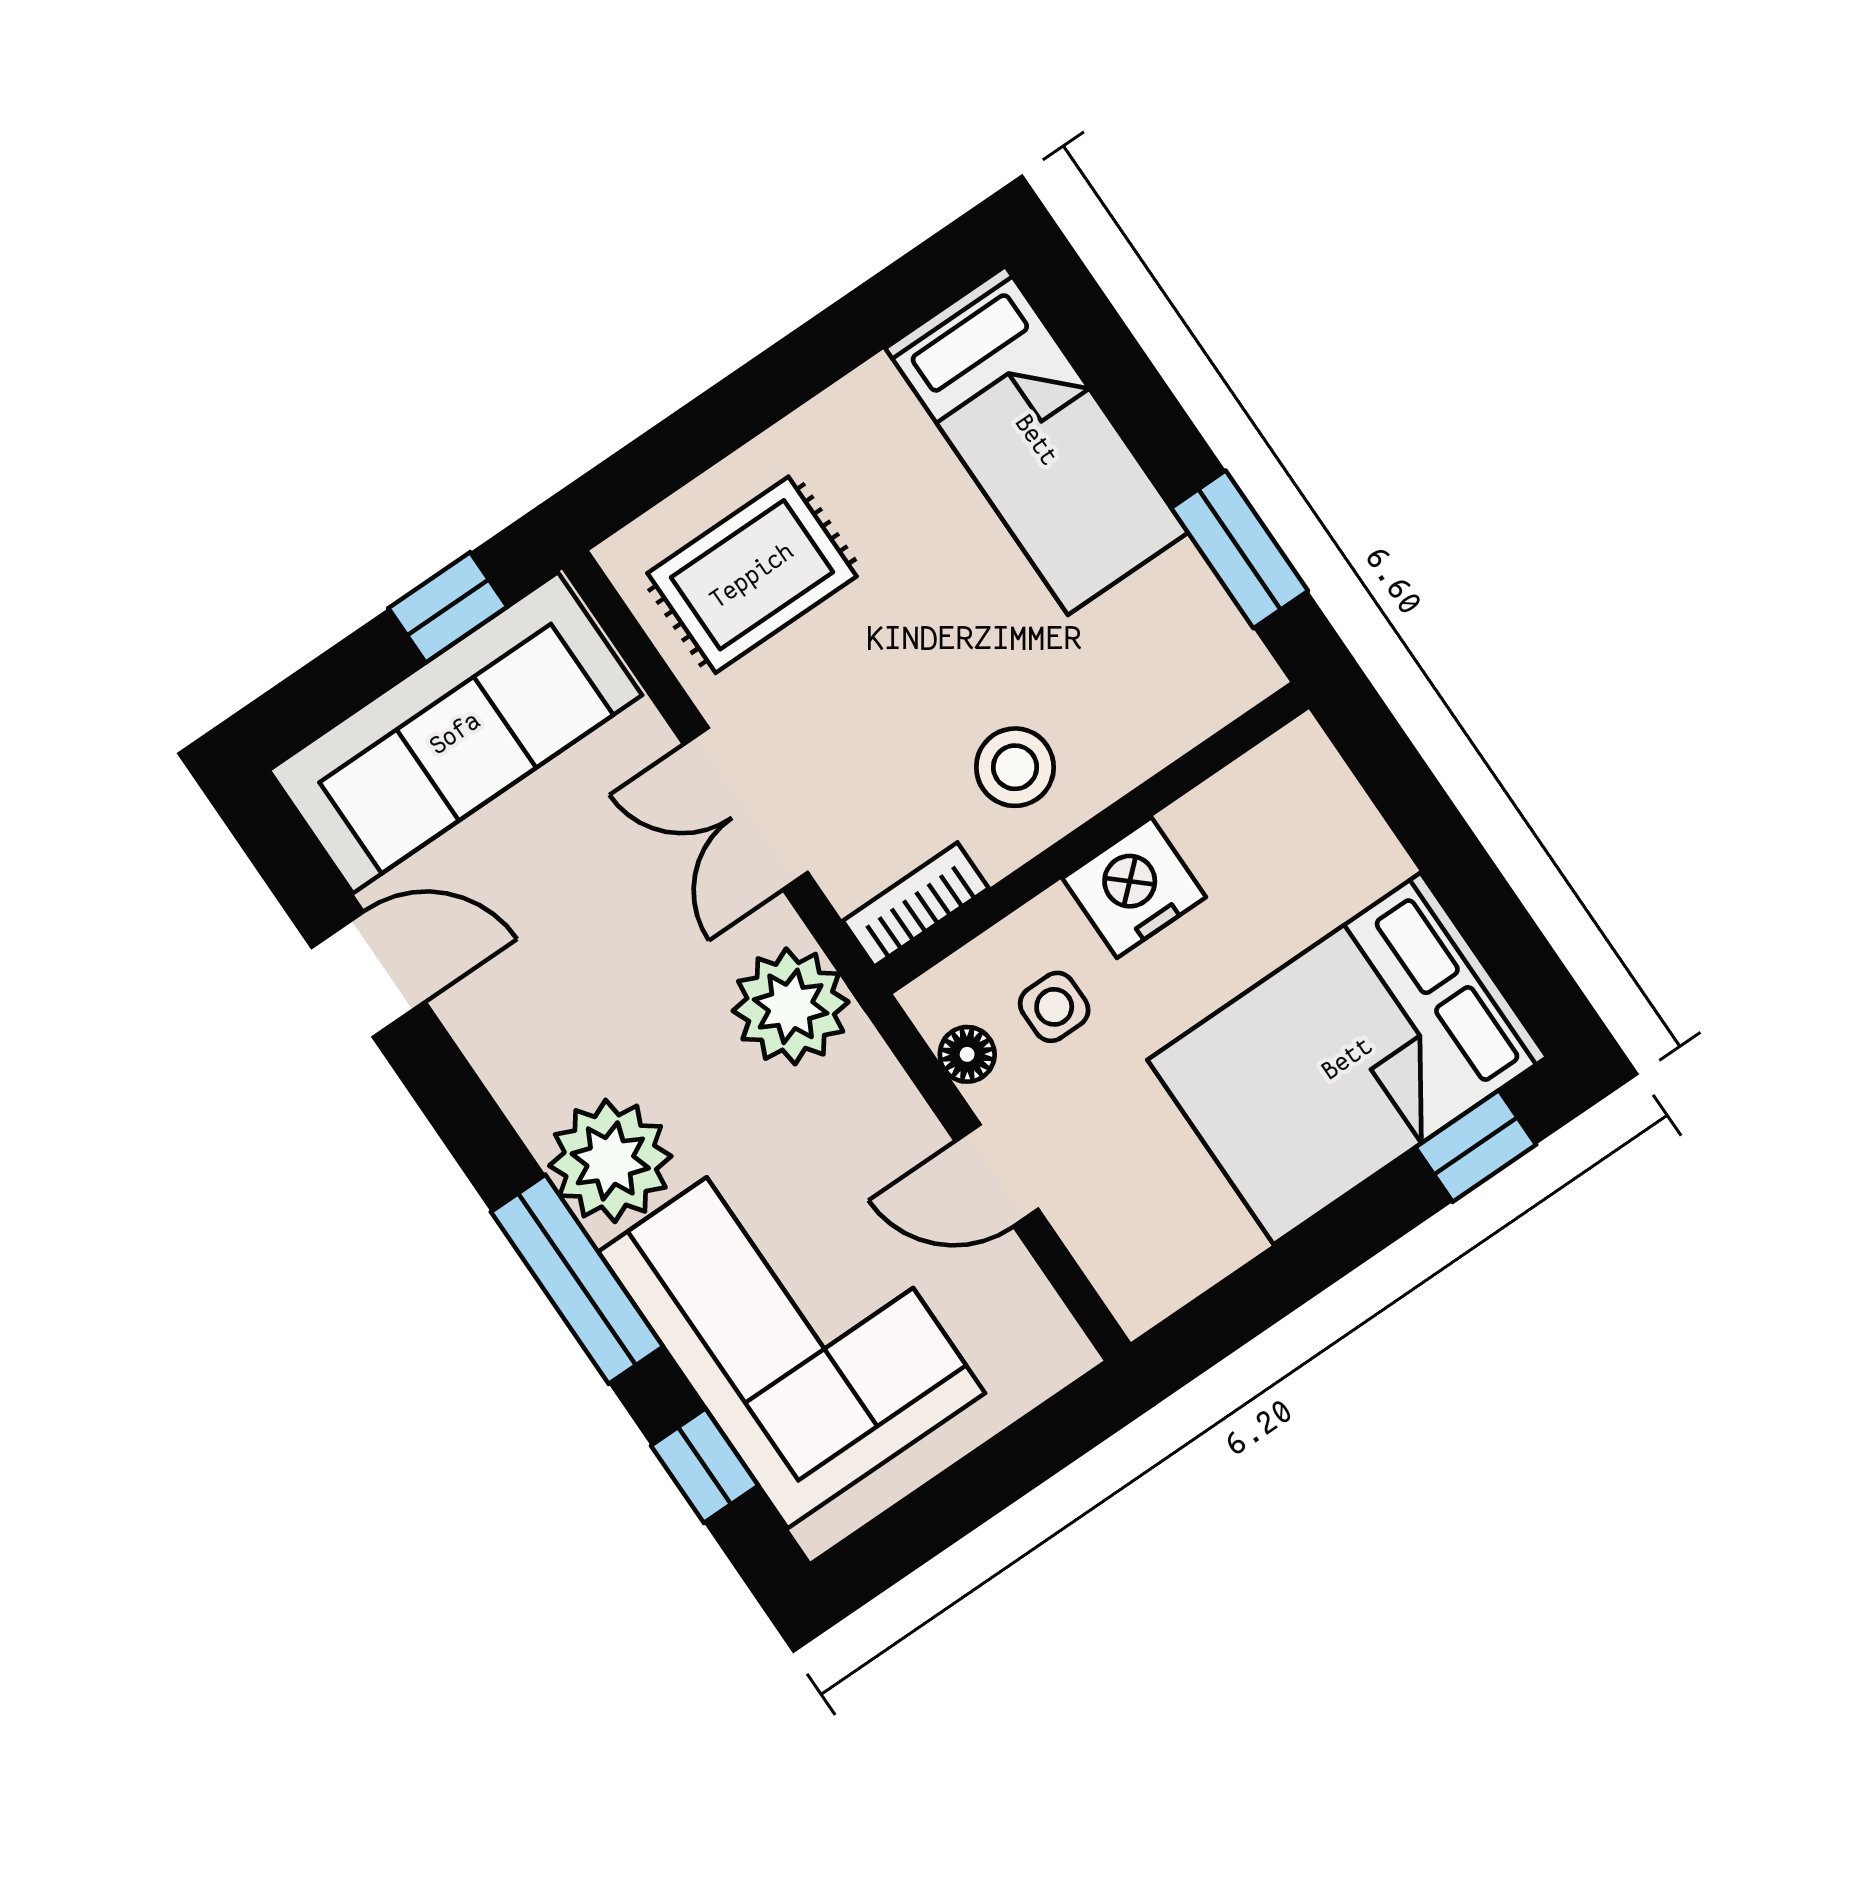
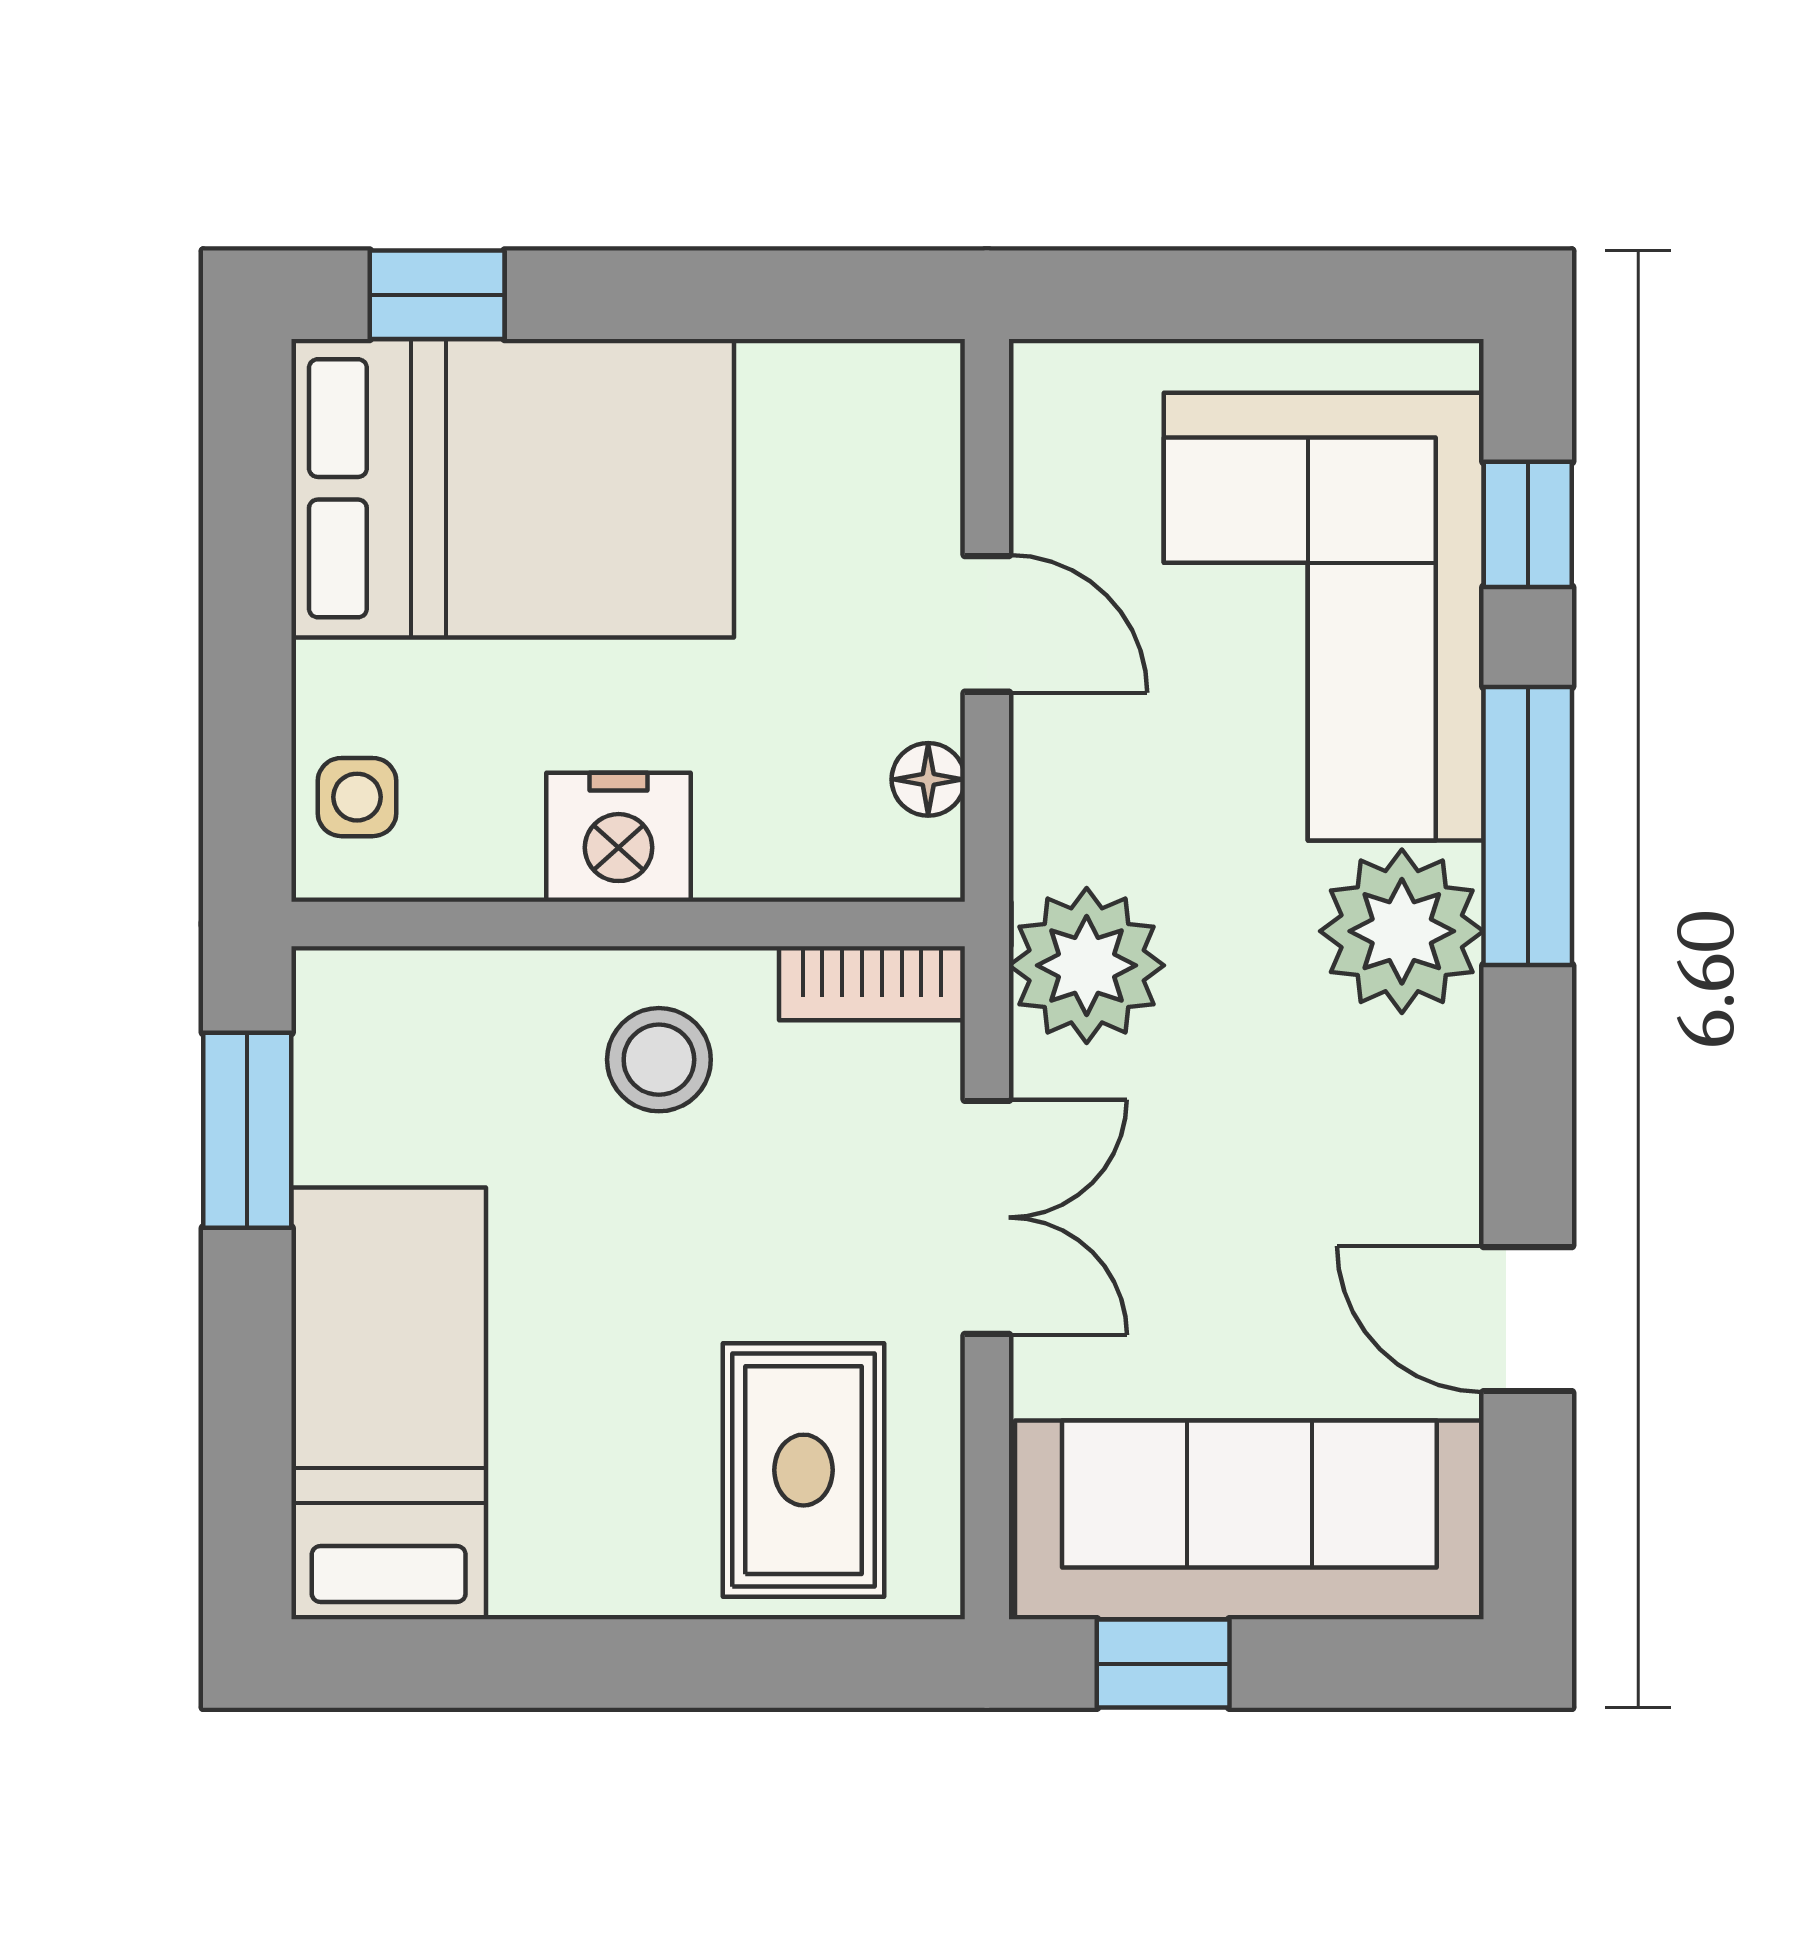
rug: (752, 575) -> (803, 1470), turned 90
side table: (1054, 1007) -> (357, 797), moved

